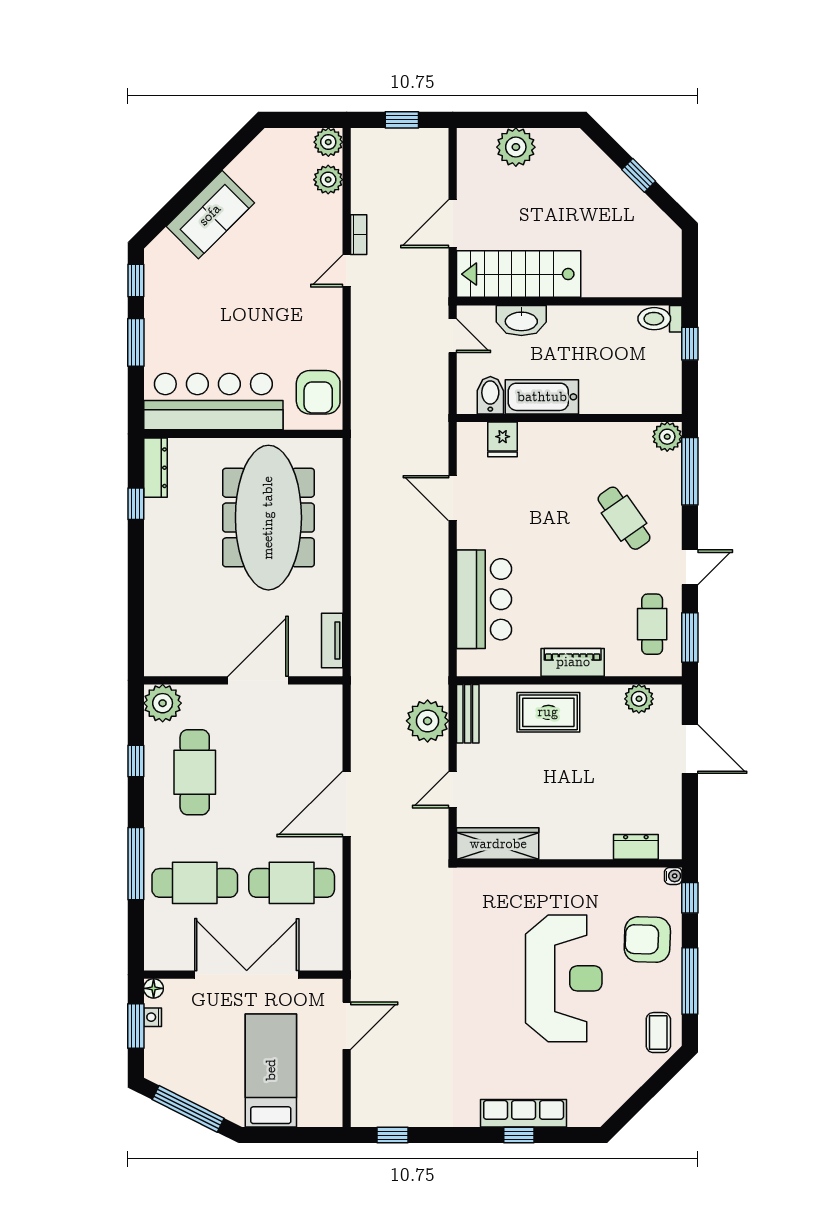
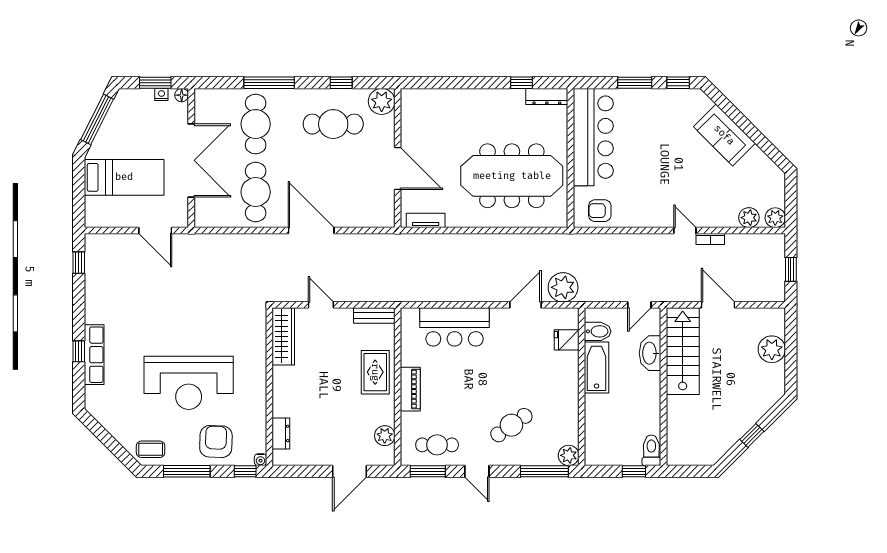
armchair: (318, 392) -> (600, 211), width x0.72, depth x0.72
plant: (428, 721) -> (563, 287), moved

